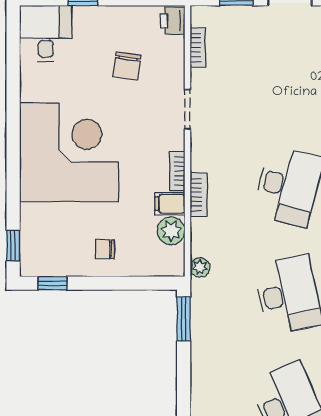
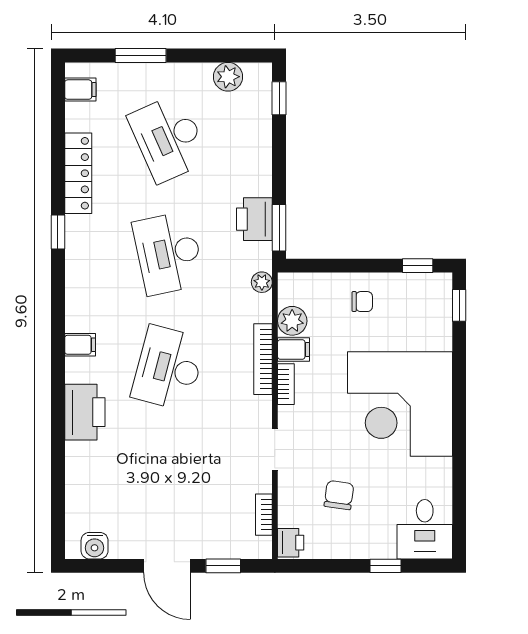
bookcase: (199, 195) -> (263, 359), width x1.56
printer: (207, 327) -> (254, 219), added

